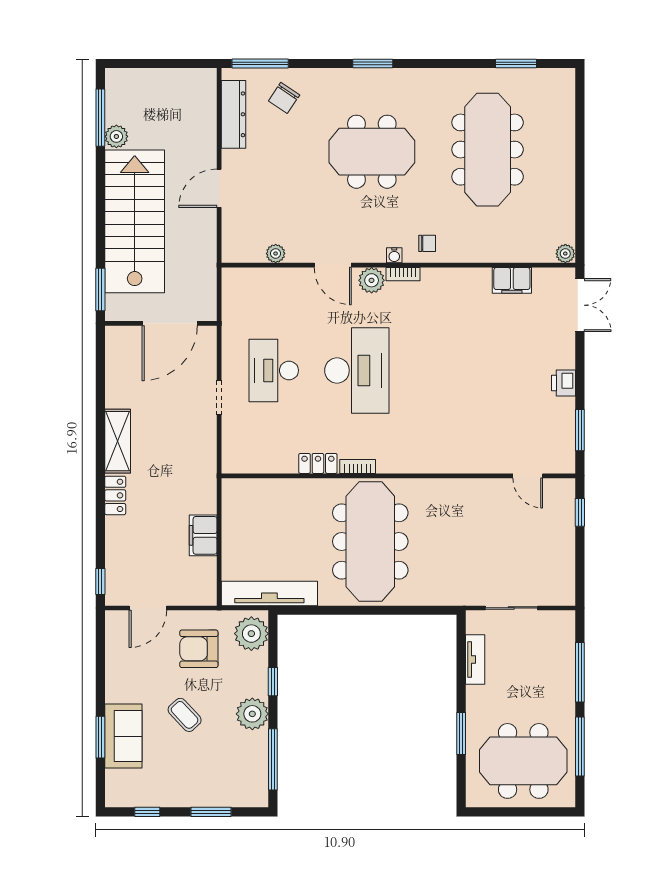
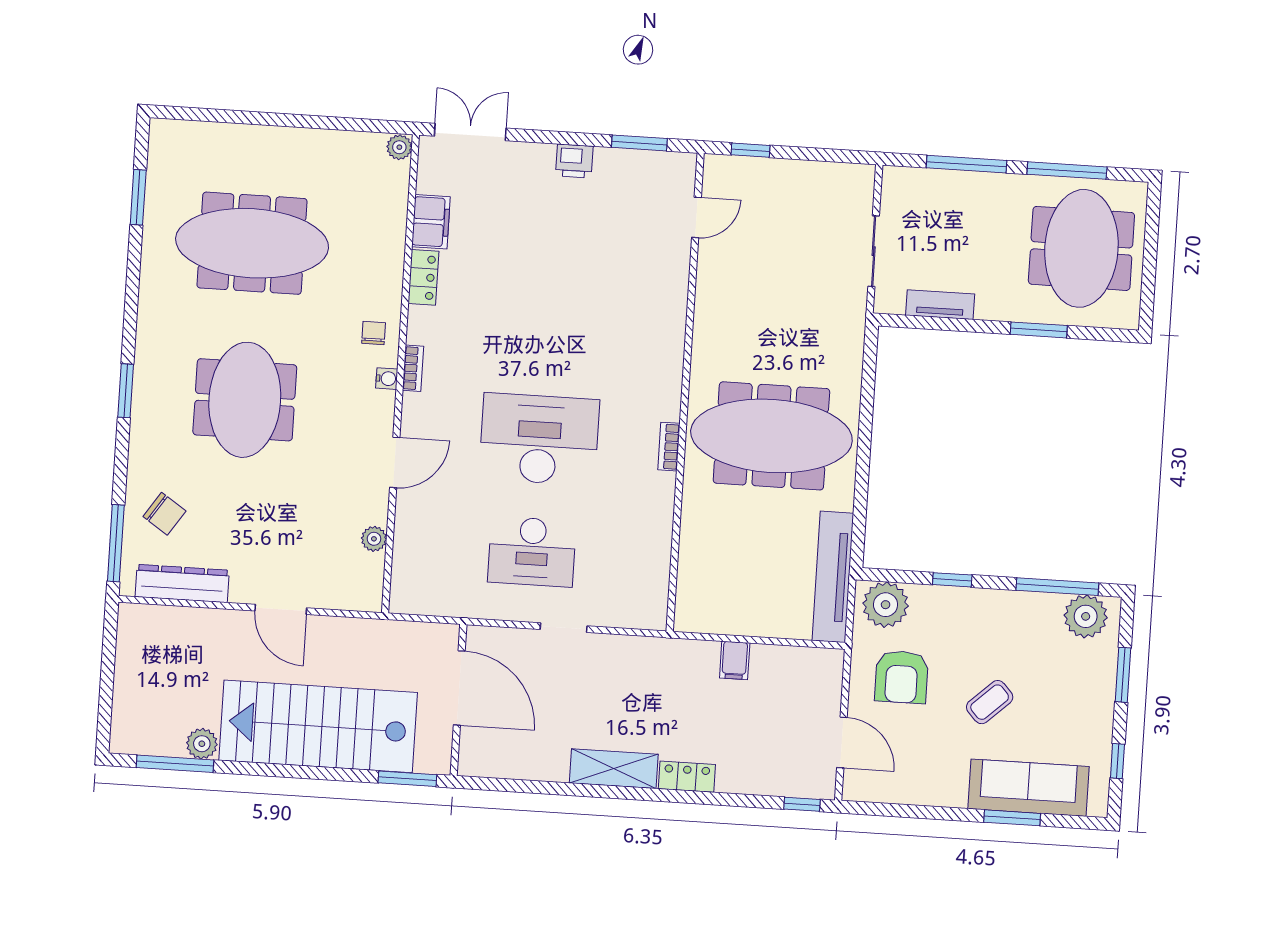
plant: (372, 280) -> (419, 411), removed
locker: (318, 463) -> (424, 277), moved, turned 180
filing cabinet: (203, 535) -> (735, 660), width x0.50
plant: (252, 714) -> (1086, 616), moved
sofa: (123, 736) -> (1028, 788), width x1.36

